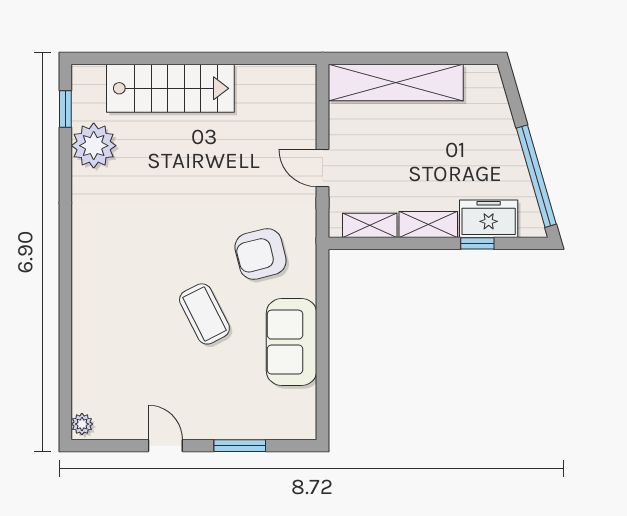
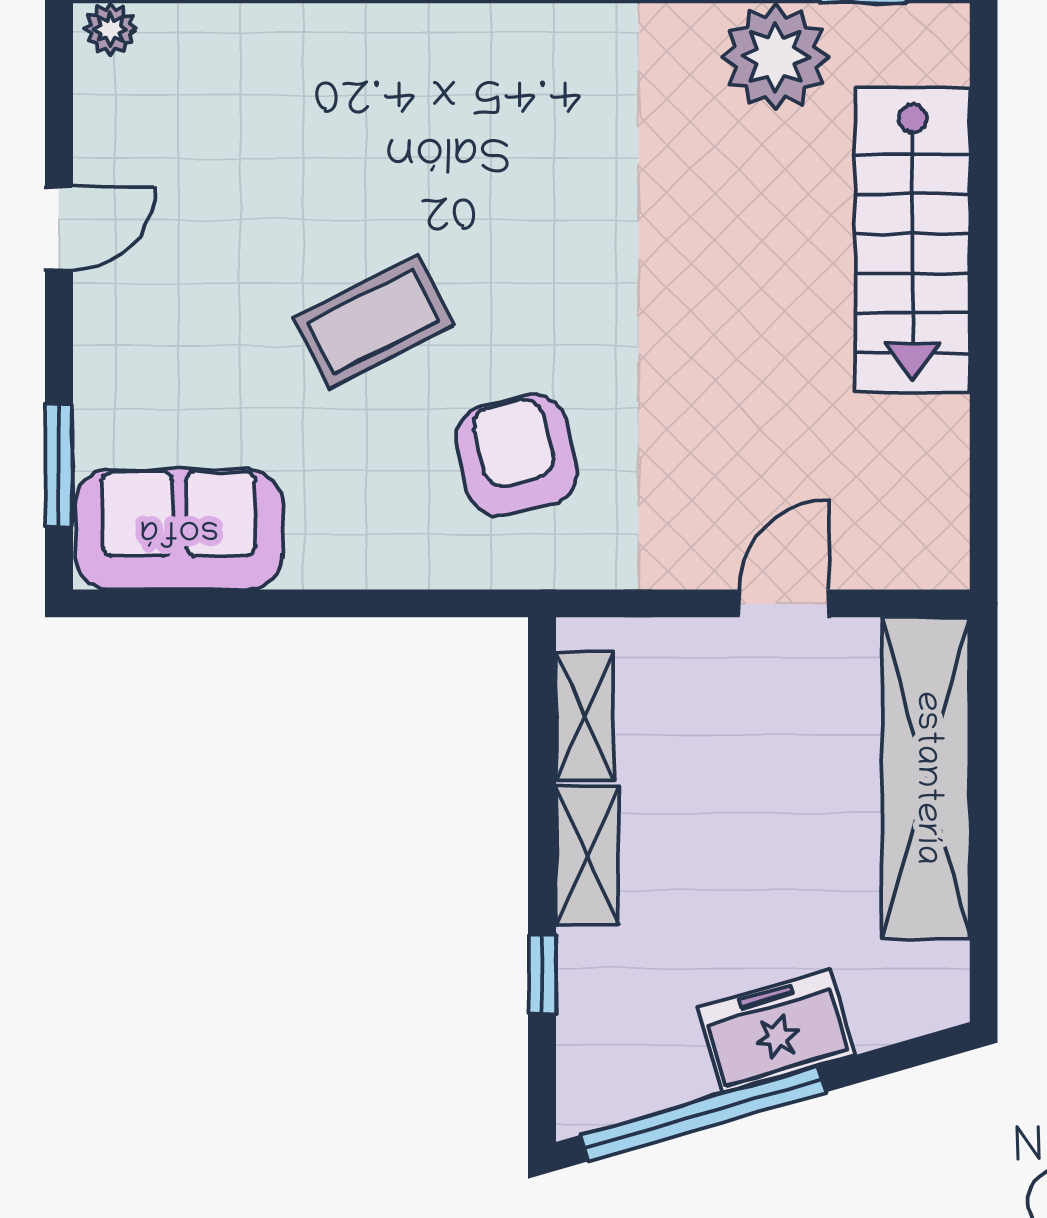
door: (323, 168) -> (784, 603), moved
freezer: (489, 219) -> (776, 1031), moved, turned -106
sofa: (292, 342) -> (179, 529), moved
window: (240, 446) -> (59, 465), moved

